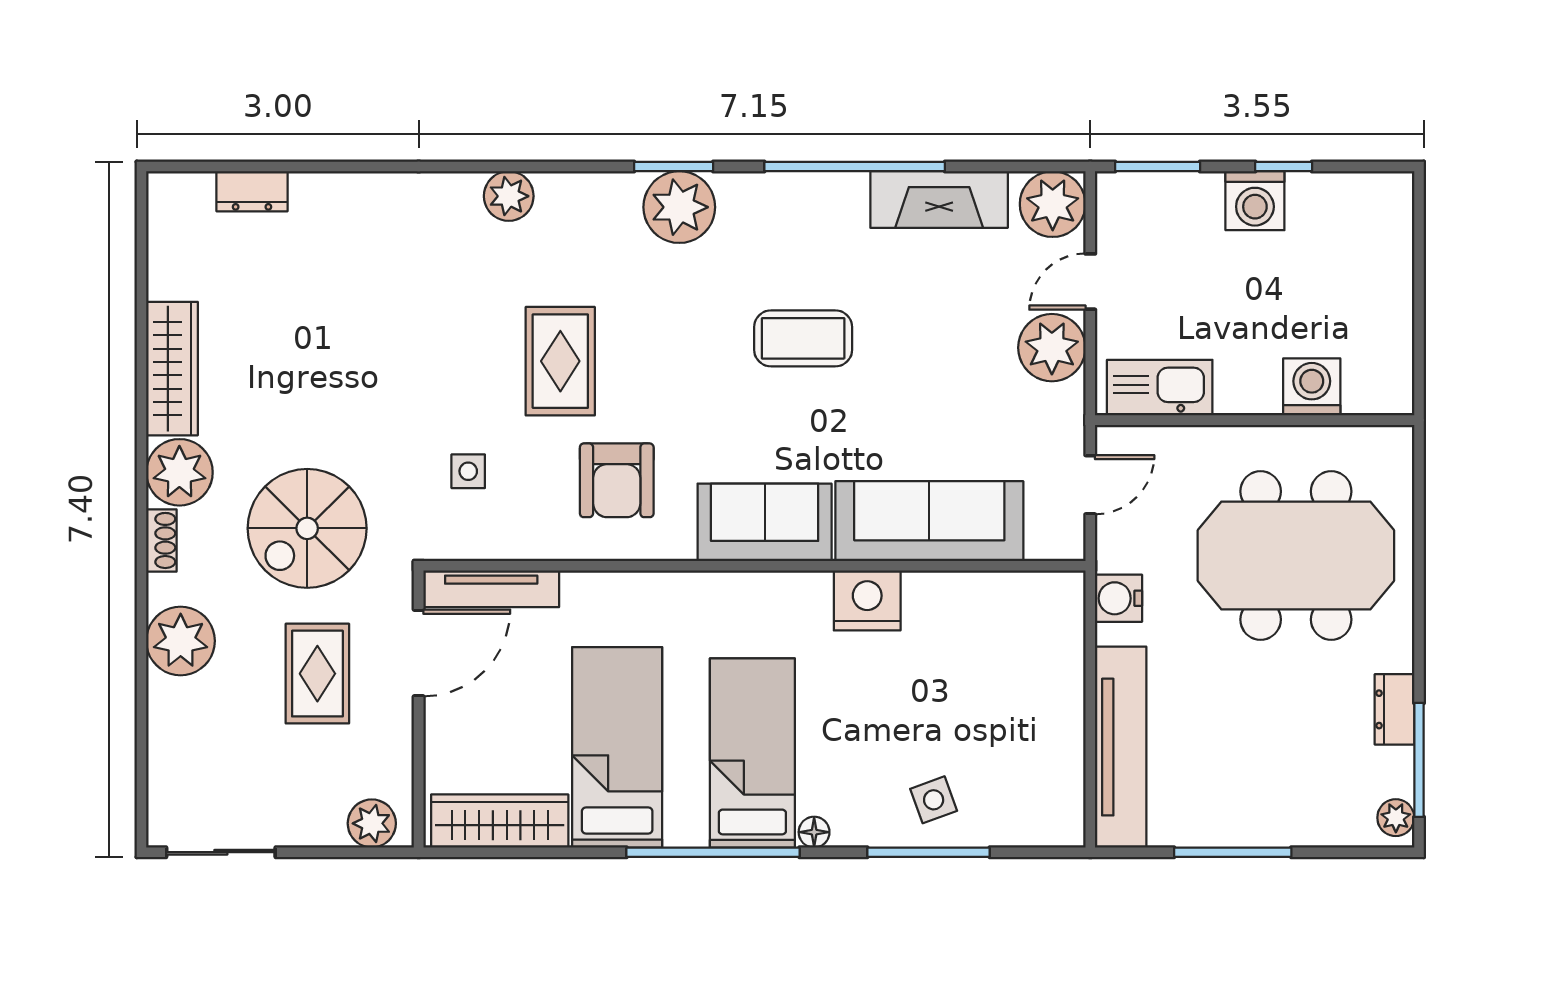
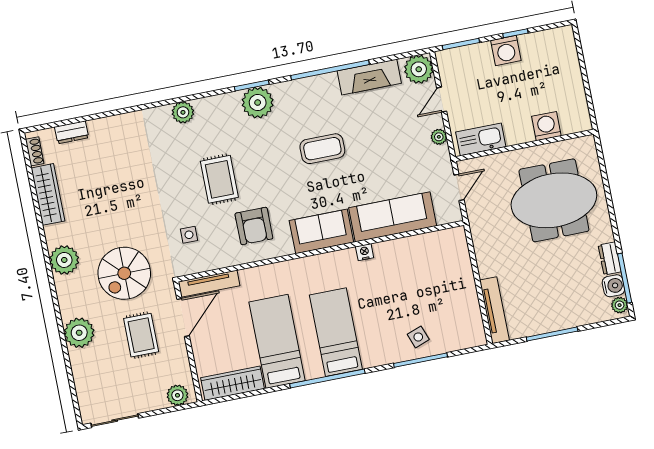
plant: (1052, 348) -> (439, 137), width x0.53, depth x0.53
wardrobe: (172, 369) -> (48, 194), moved
shoe rack: (161, 540) -> (35, 151), moved
water cooler: (1118, 598) -> (613, 286), moved, turned 180
nightstand: (867, 600) -> (365, 252), width x0.53, depth x0.56
tv unit: (1121, 747) -> (494, 310), width x0.73, depth x0.78
floor lamp: (814, 832) -> (369, 361), removed

